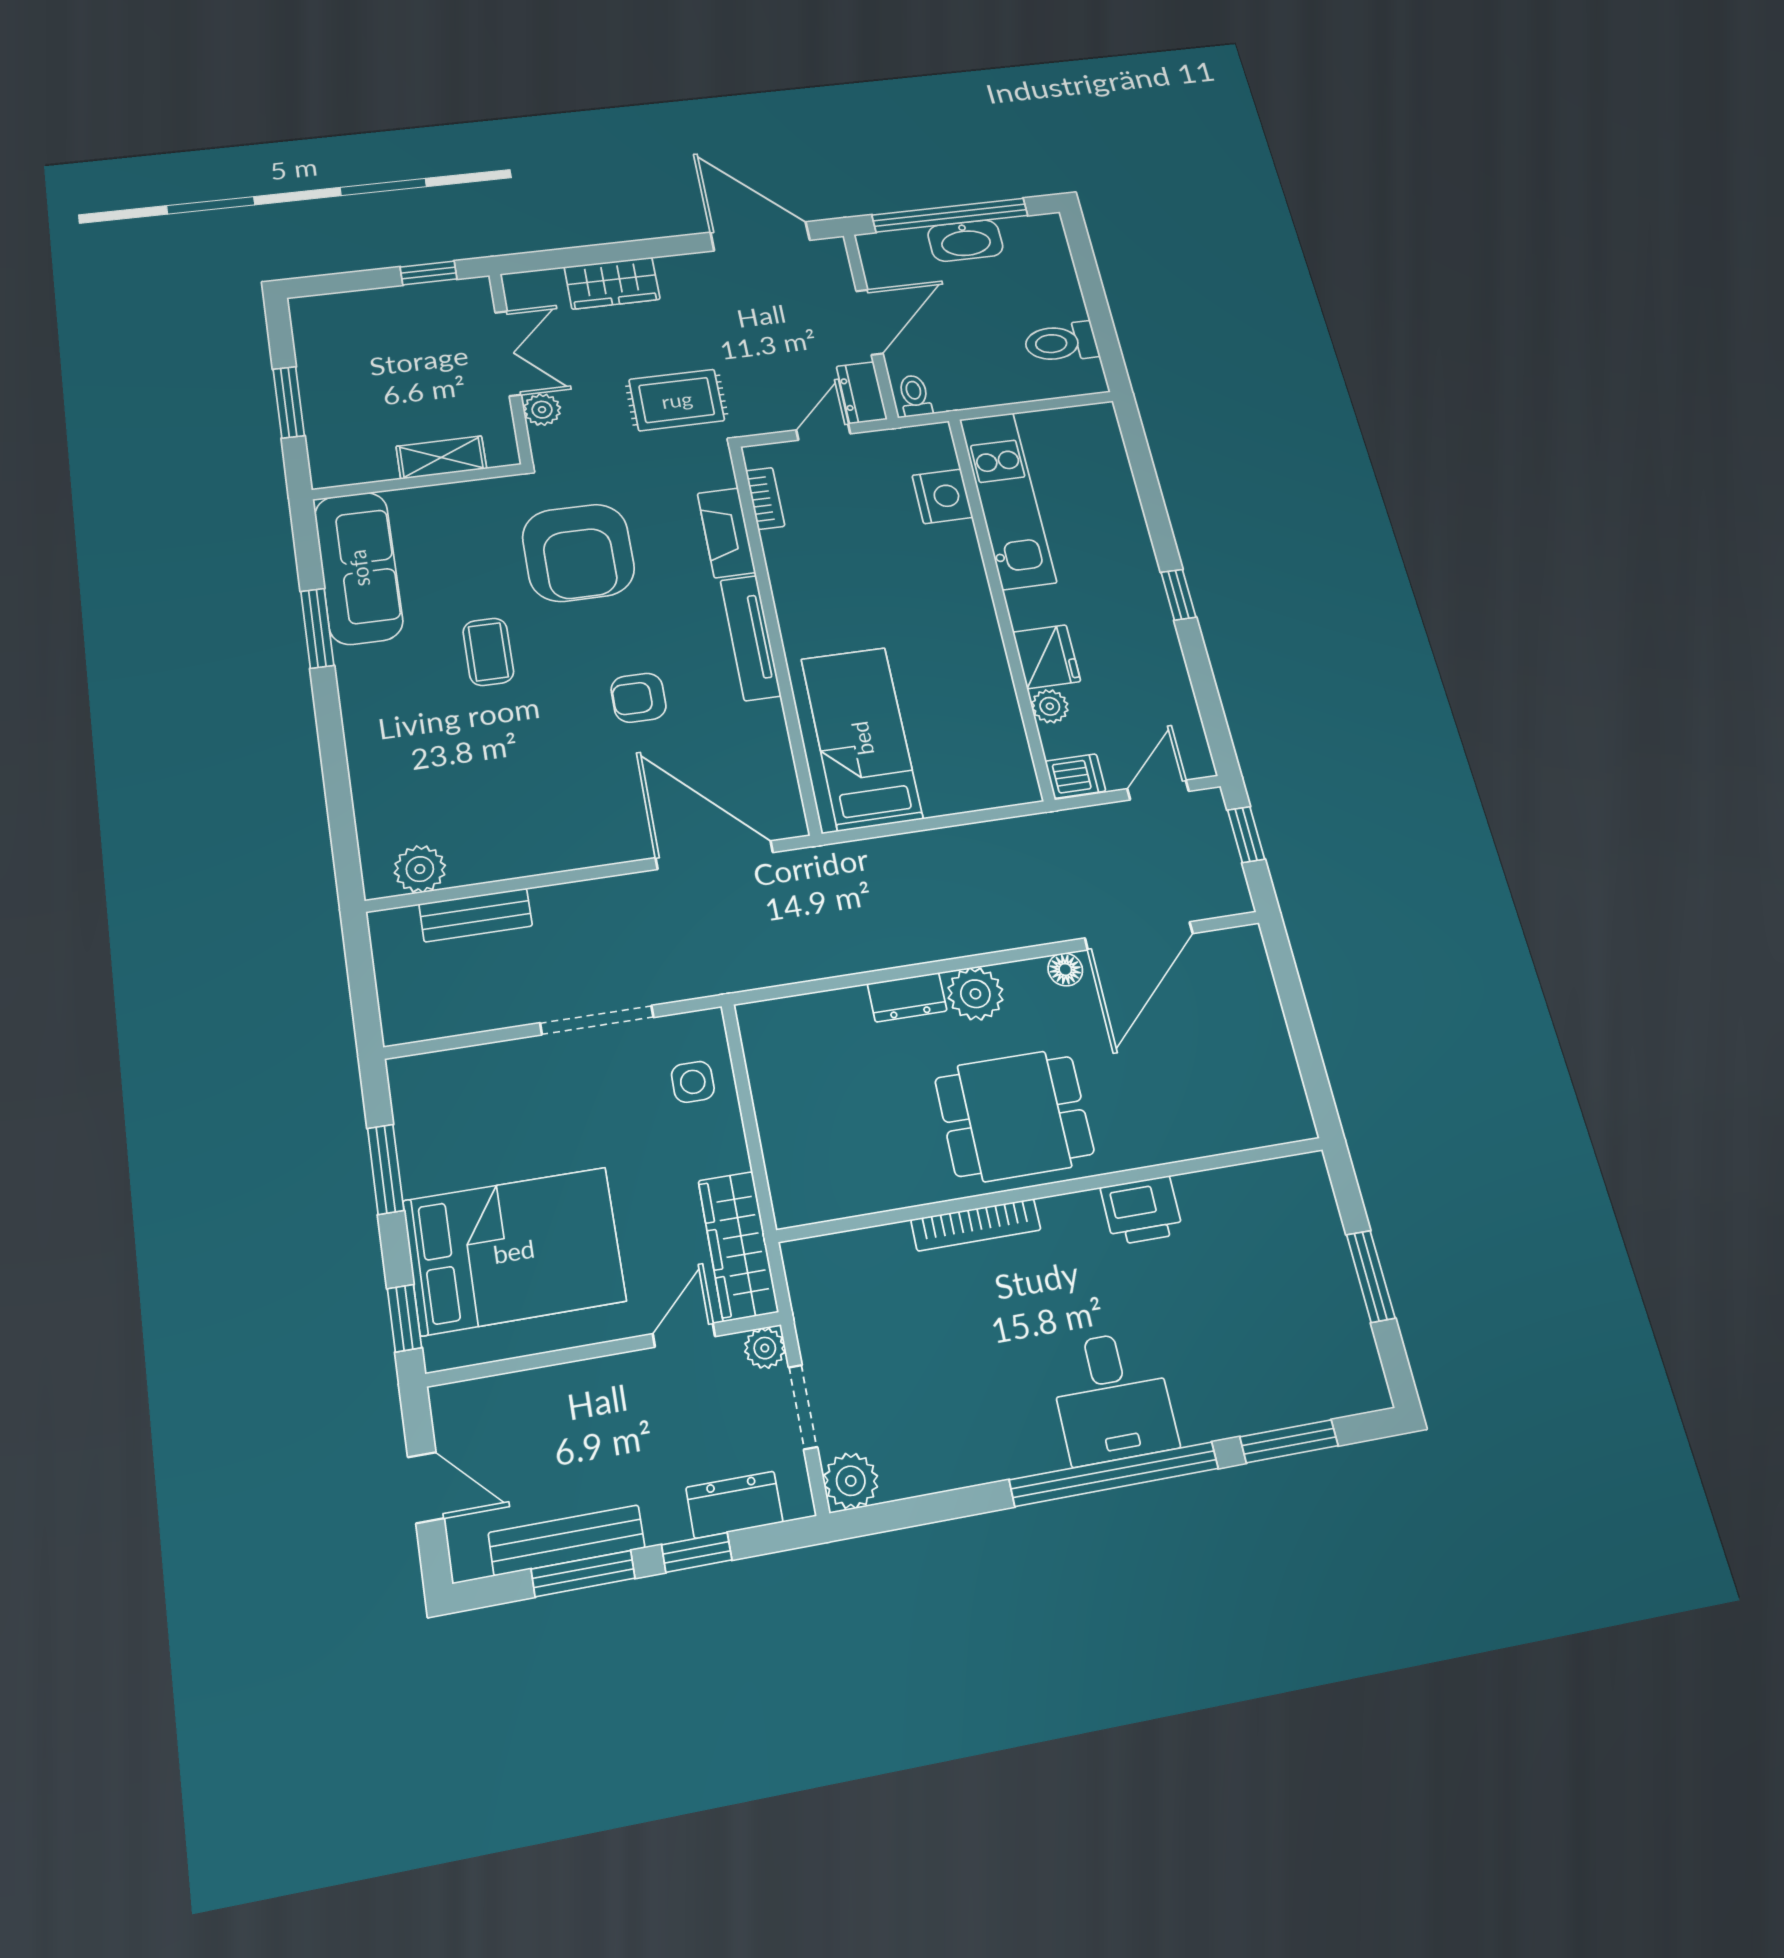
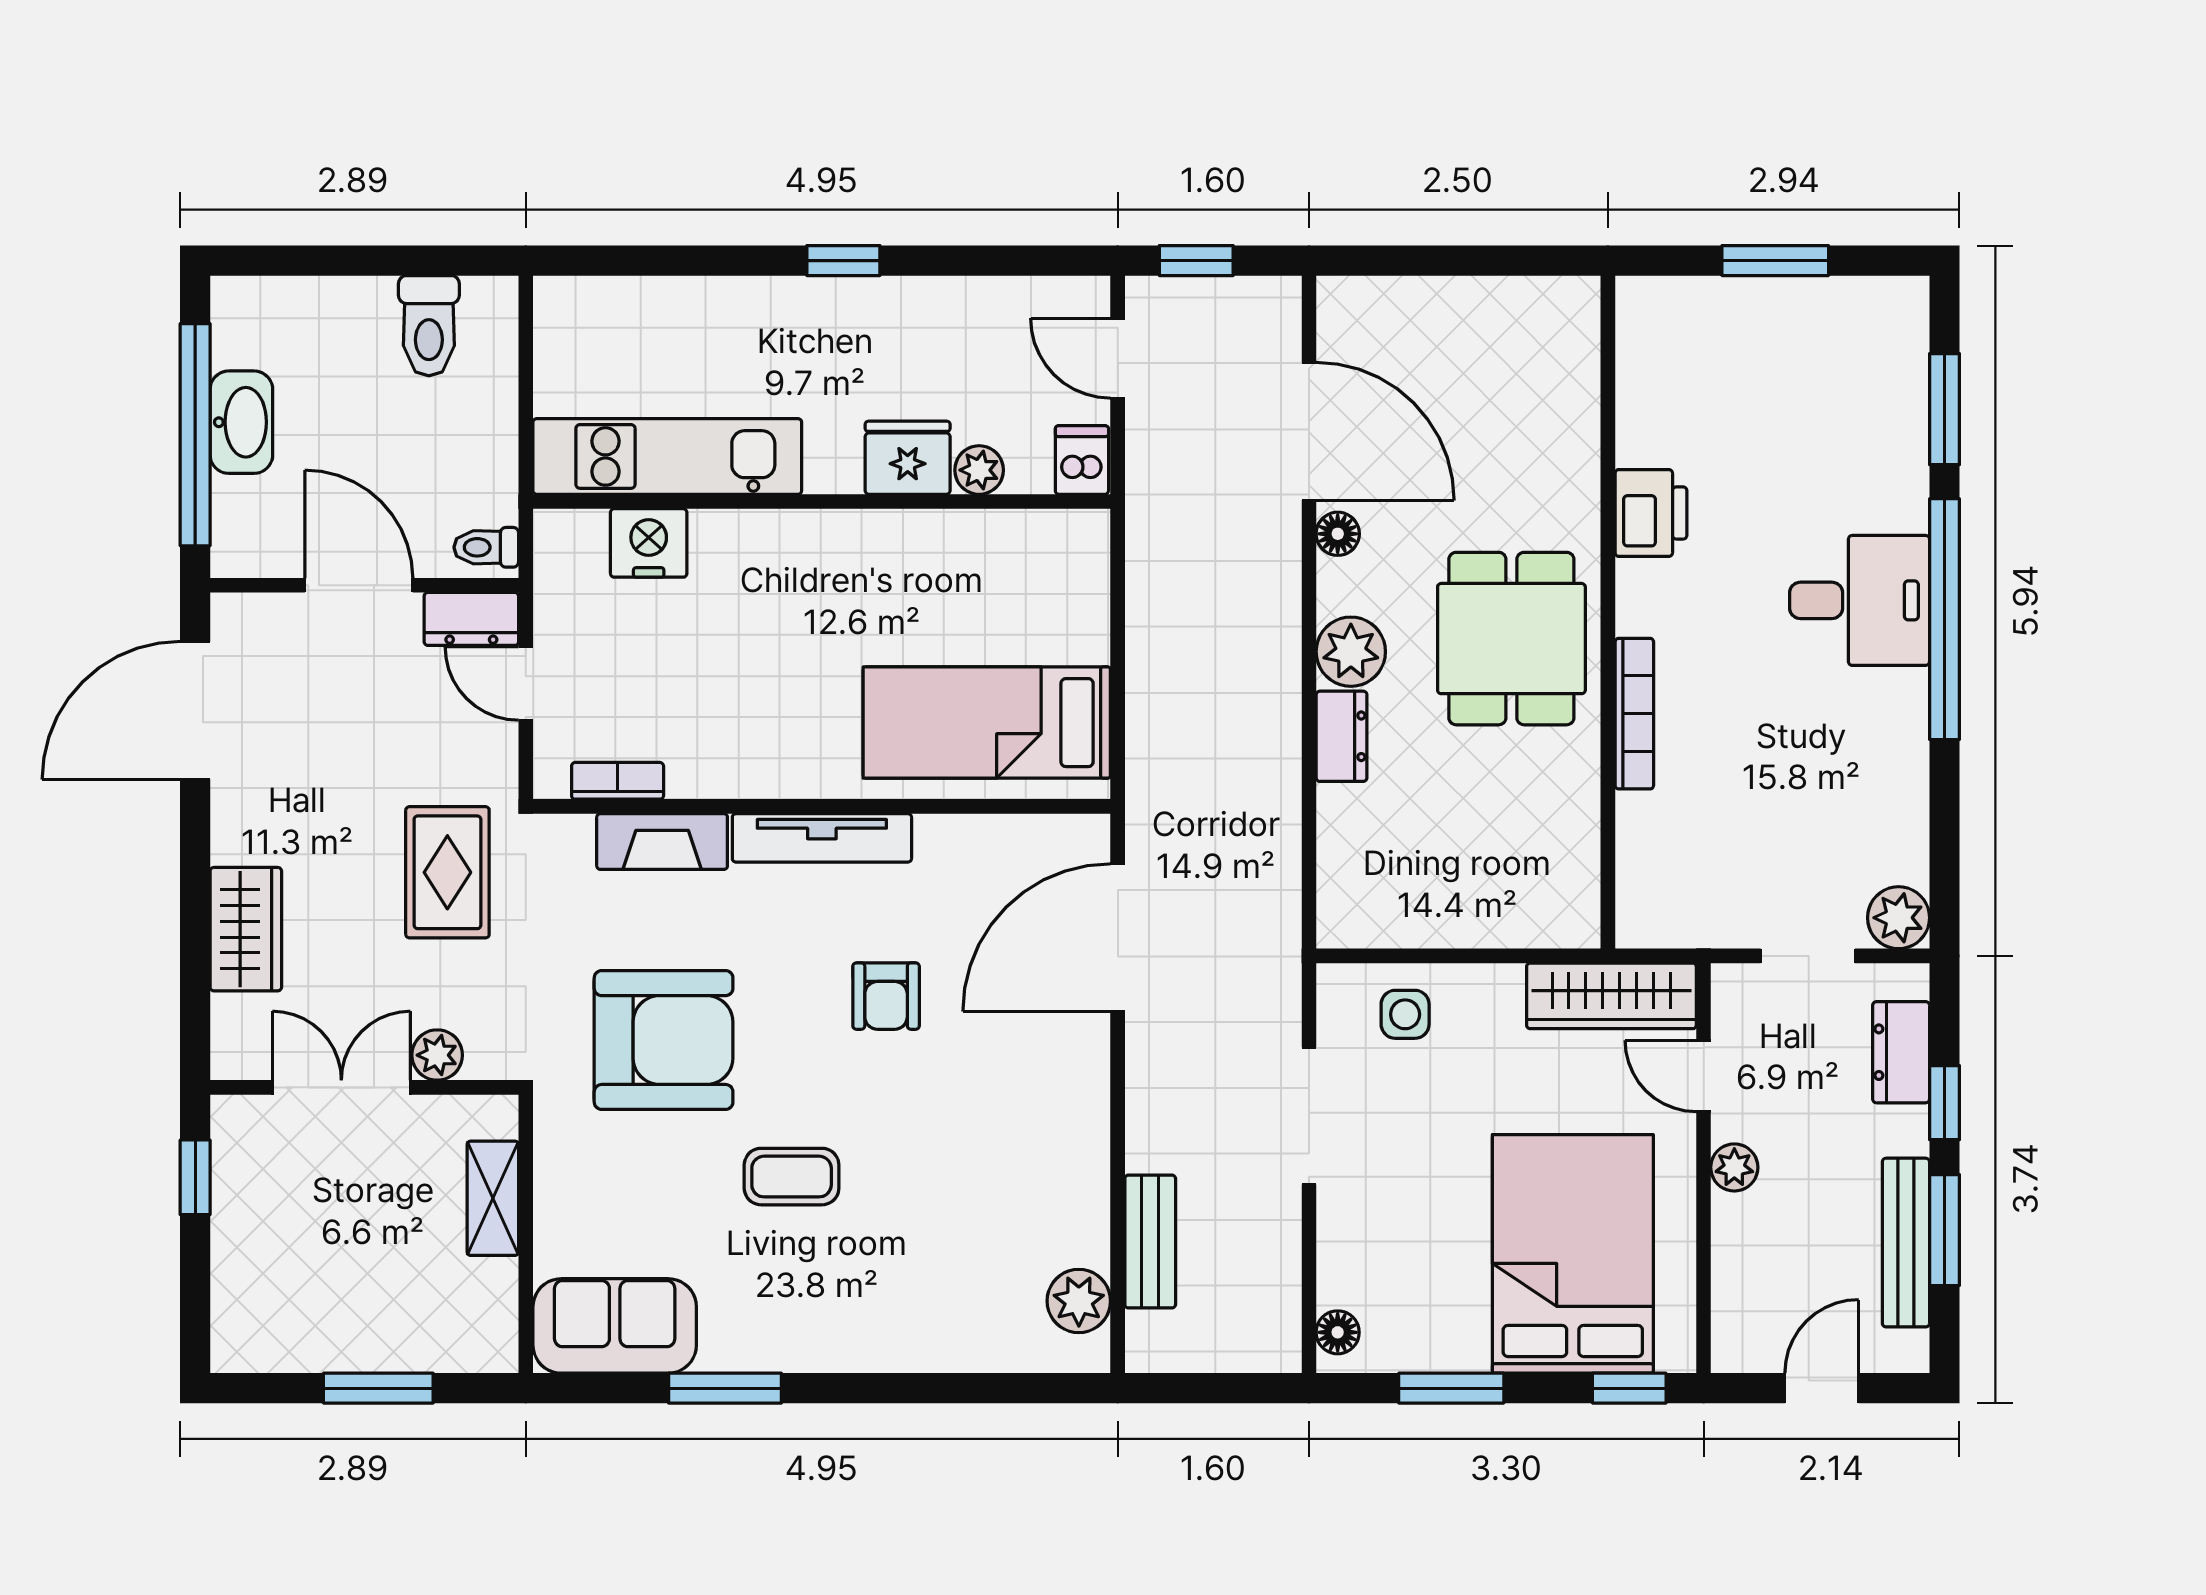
sofa: (359, 568) -> (615, 1326), width x0.73
floor lamp: (421, 1070) -> (1338, 1332), added
plant: (765, 1348) -> (1734, 1167), moved

